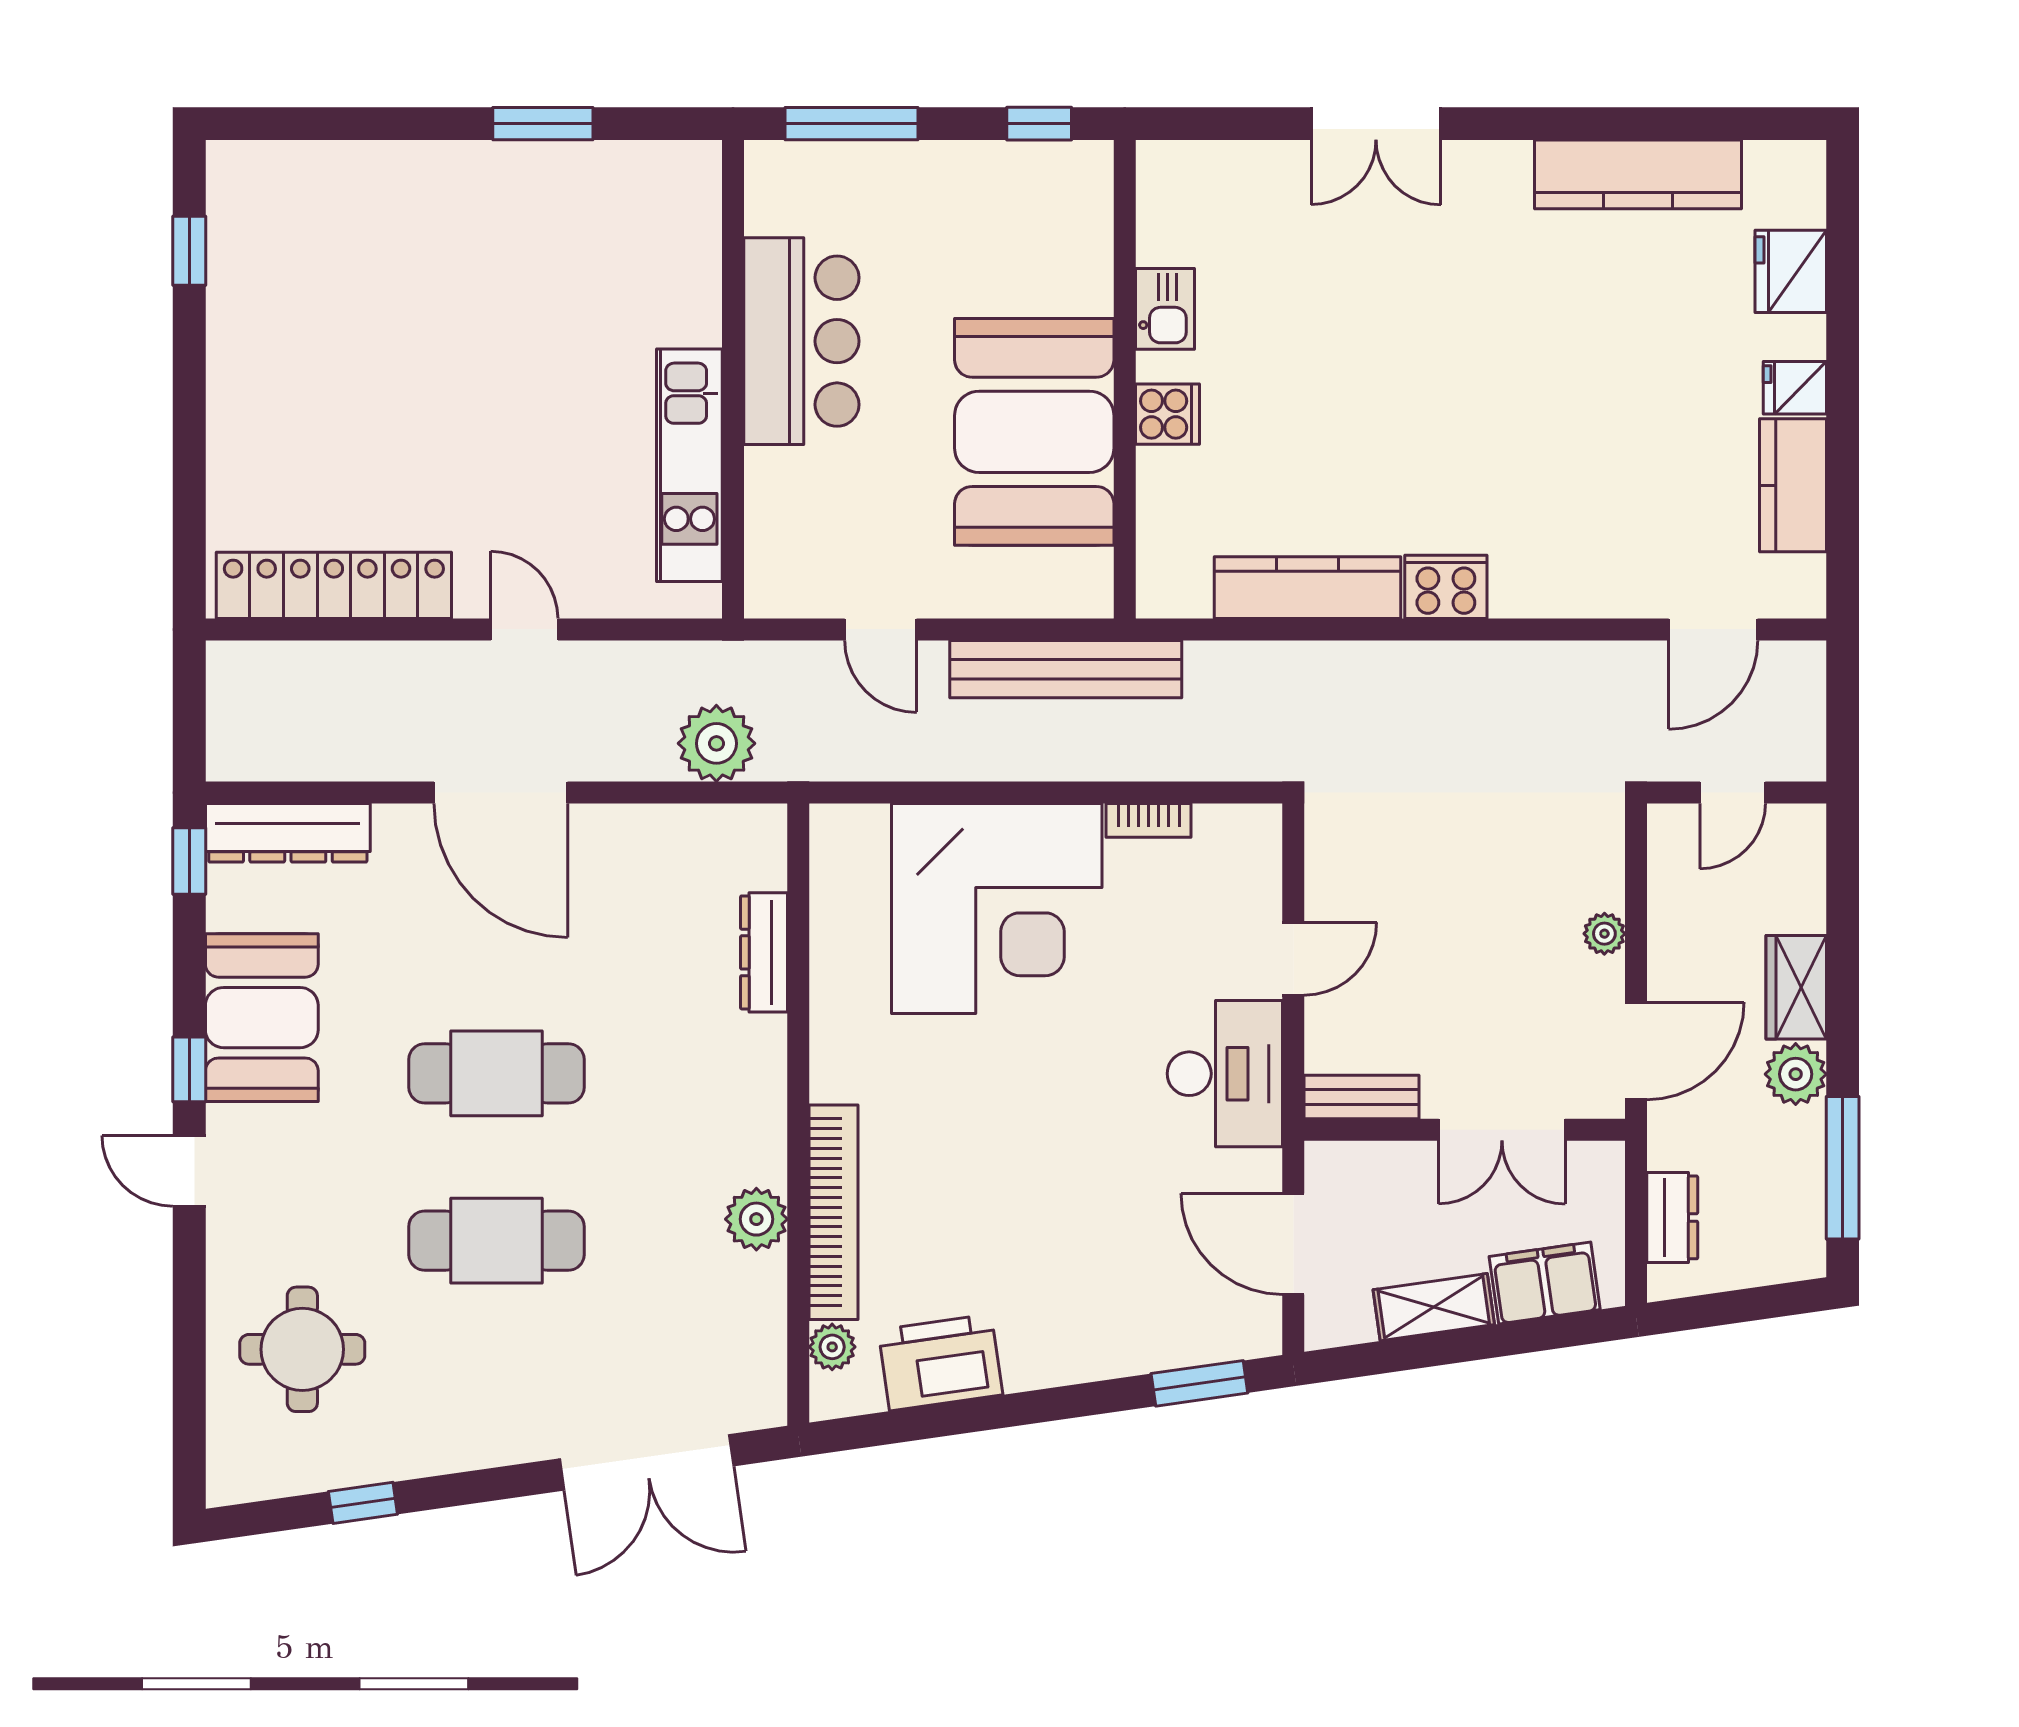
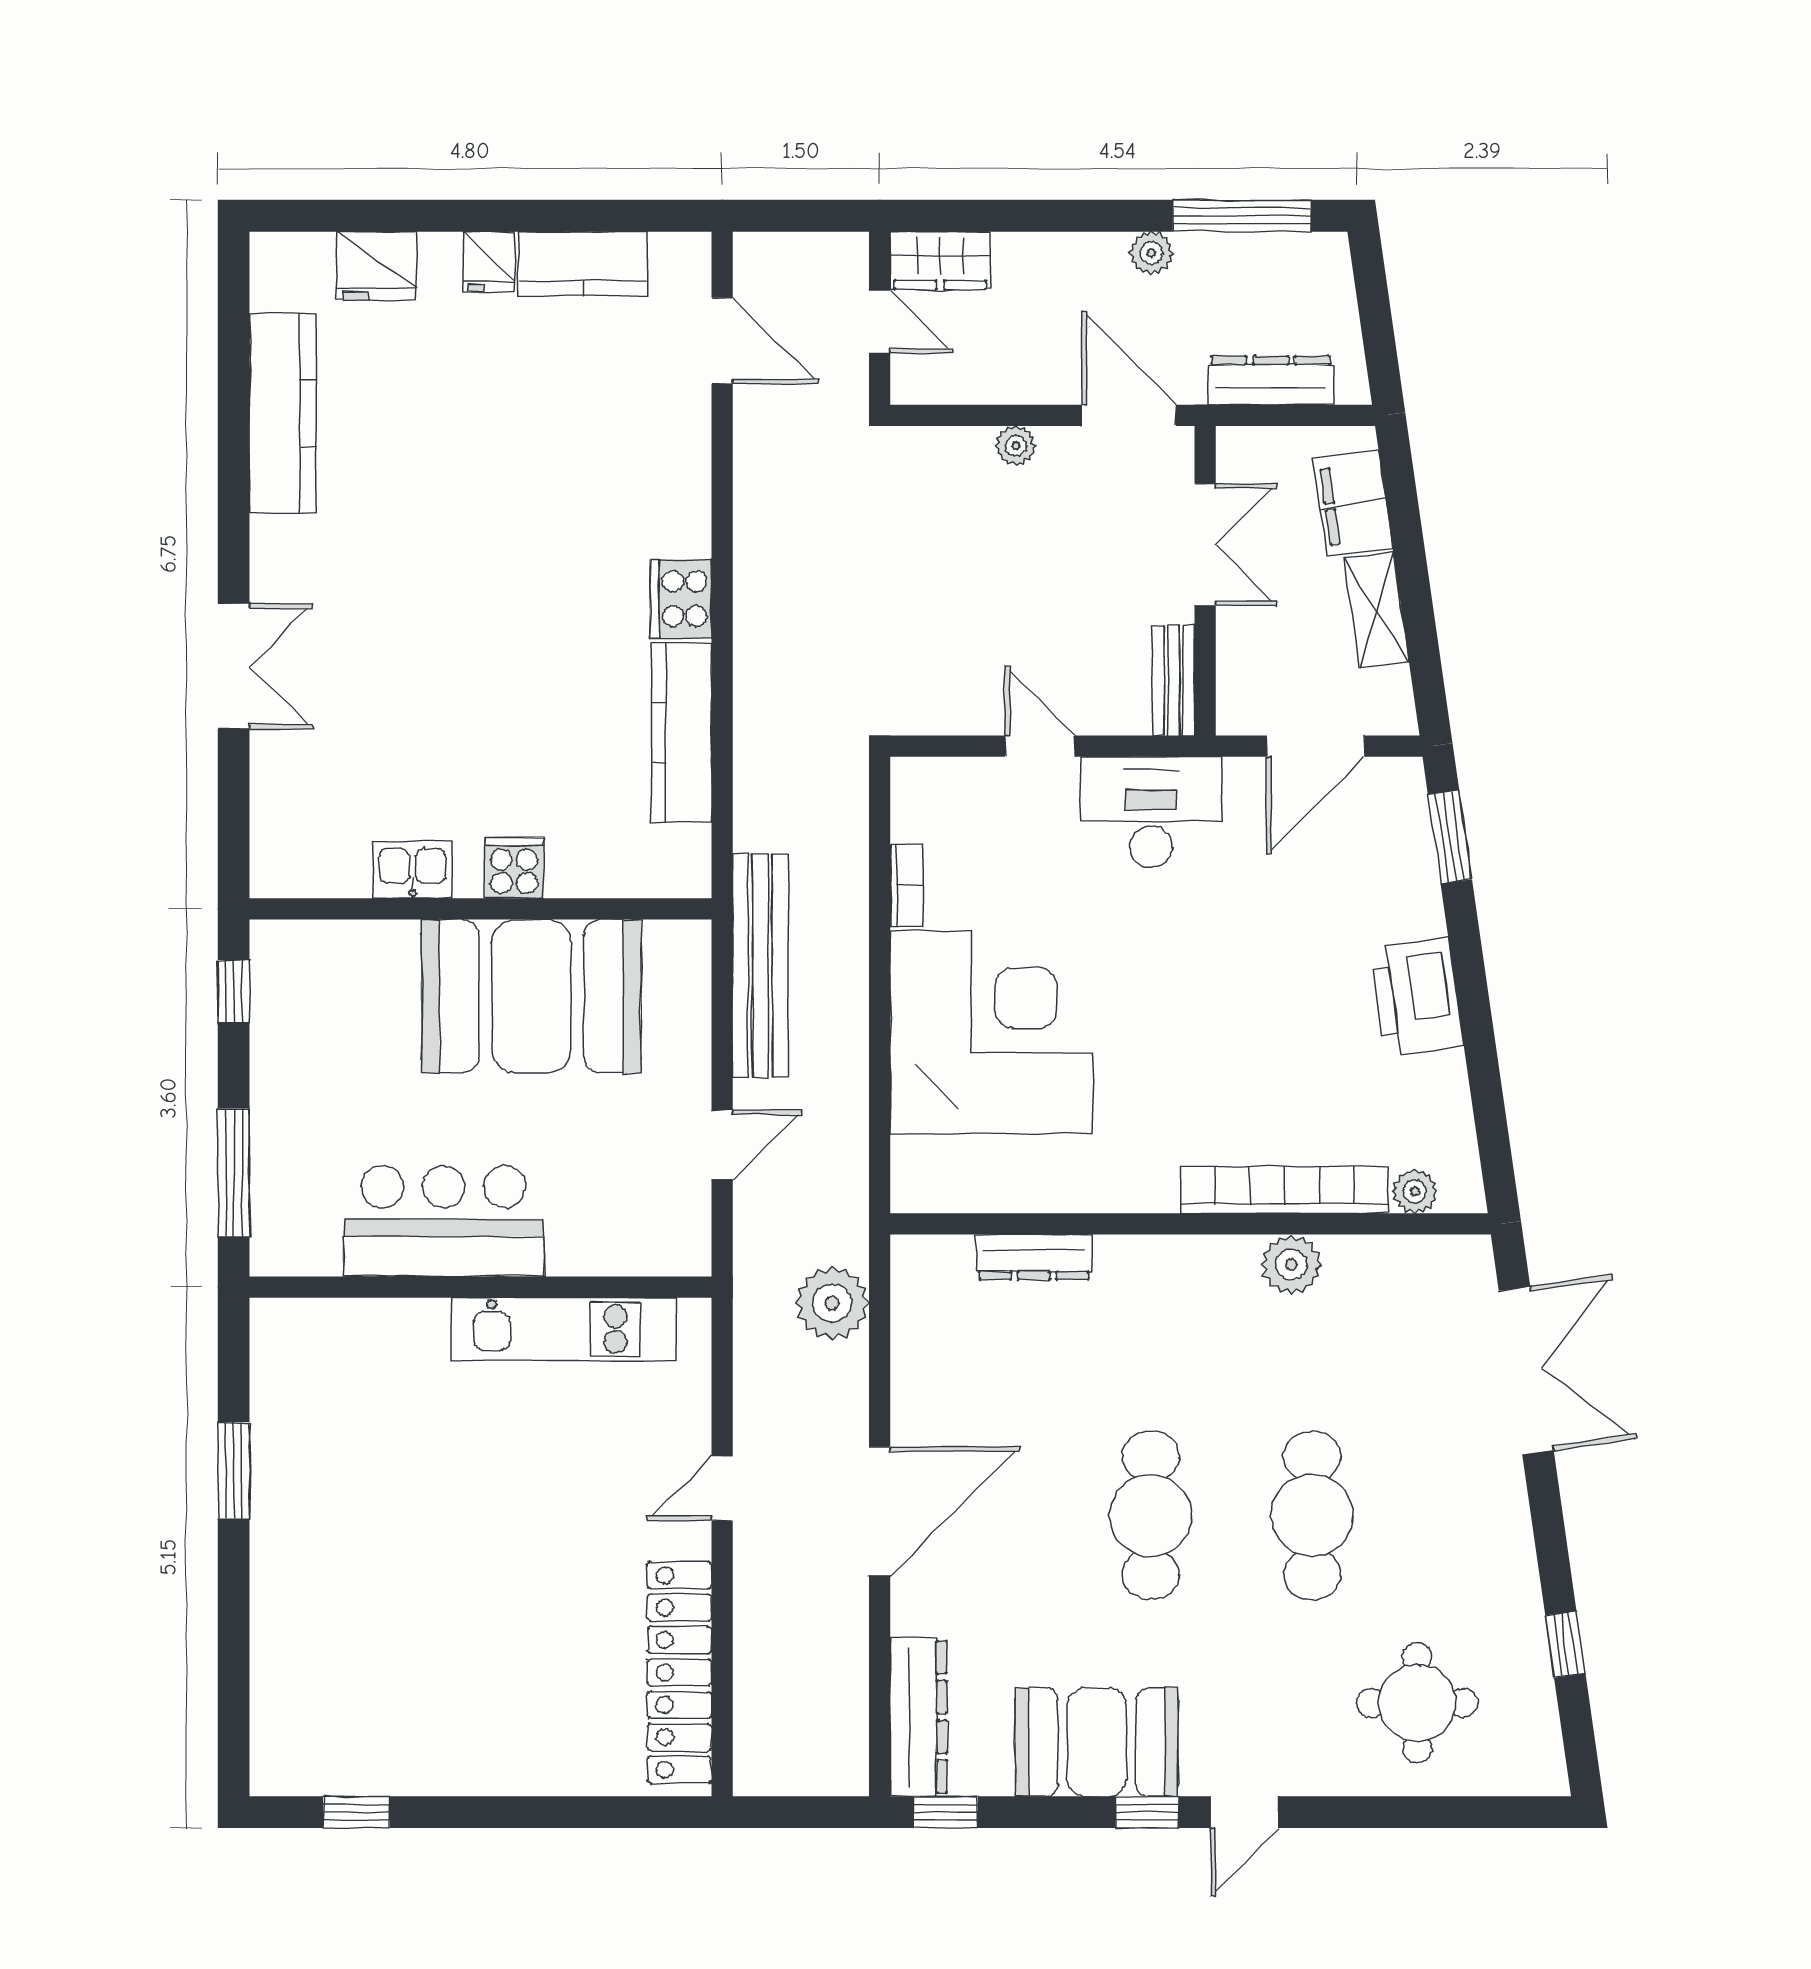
wardrobe: (1796, 987) -> (940, 261), moved
plant: (1796, 1074) -> (1151, 253), width x0.73, depth x0.73
dresser: (1672, 1217) -> (1271, 380), width x1.44
printer: (940, 1362) -> (1417, 997), moved

